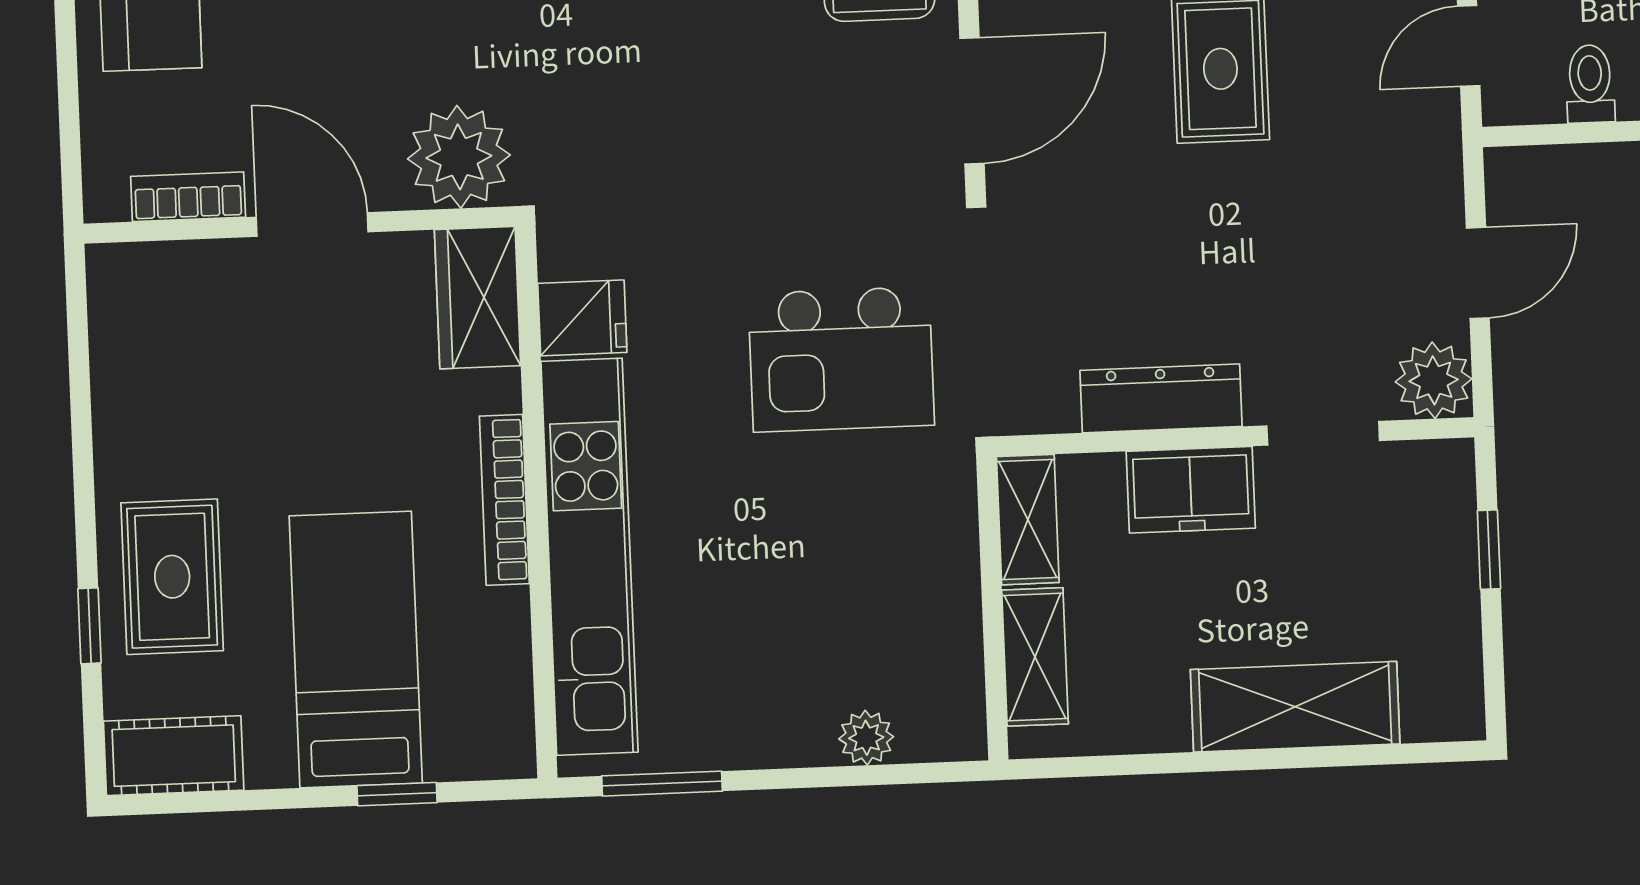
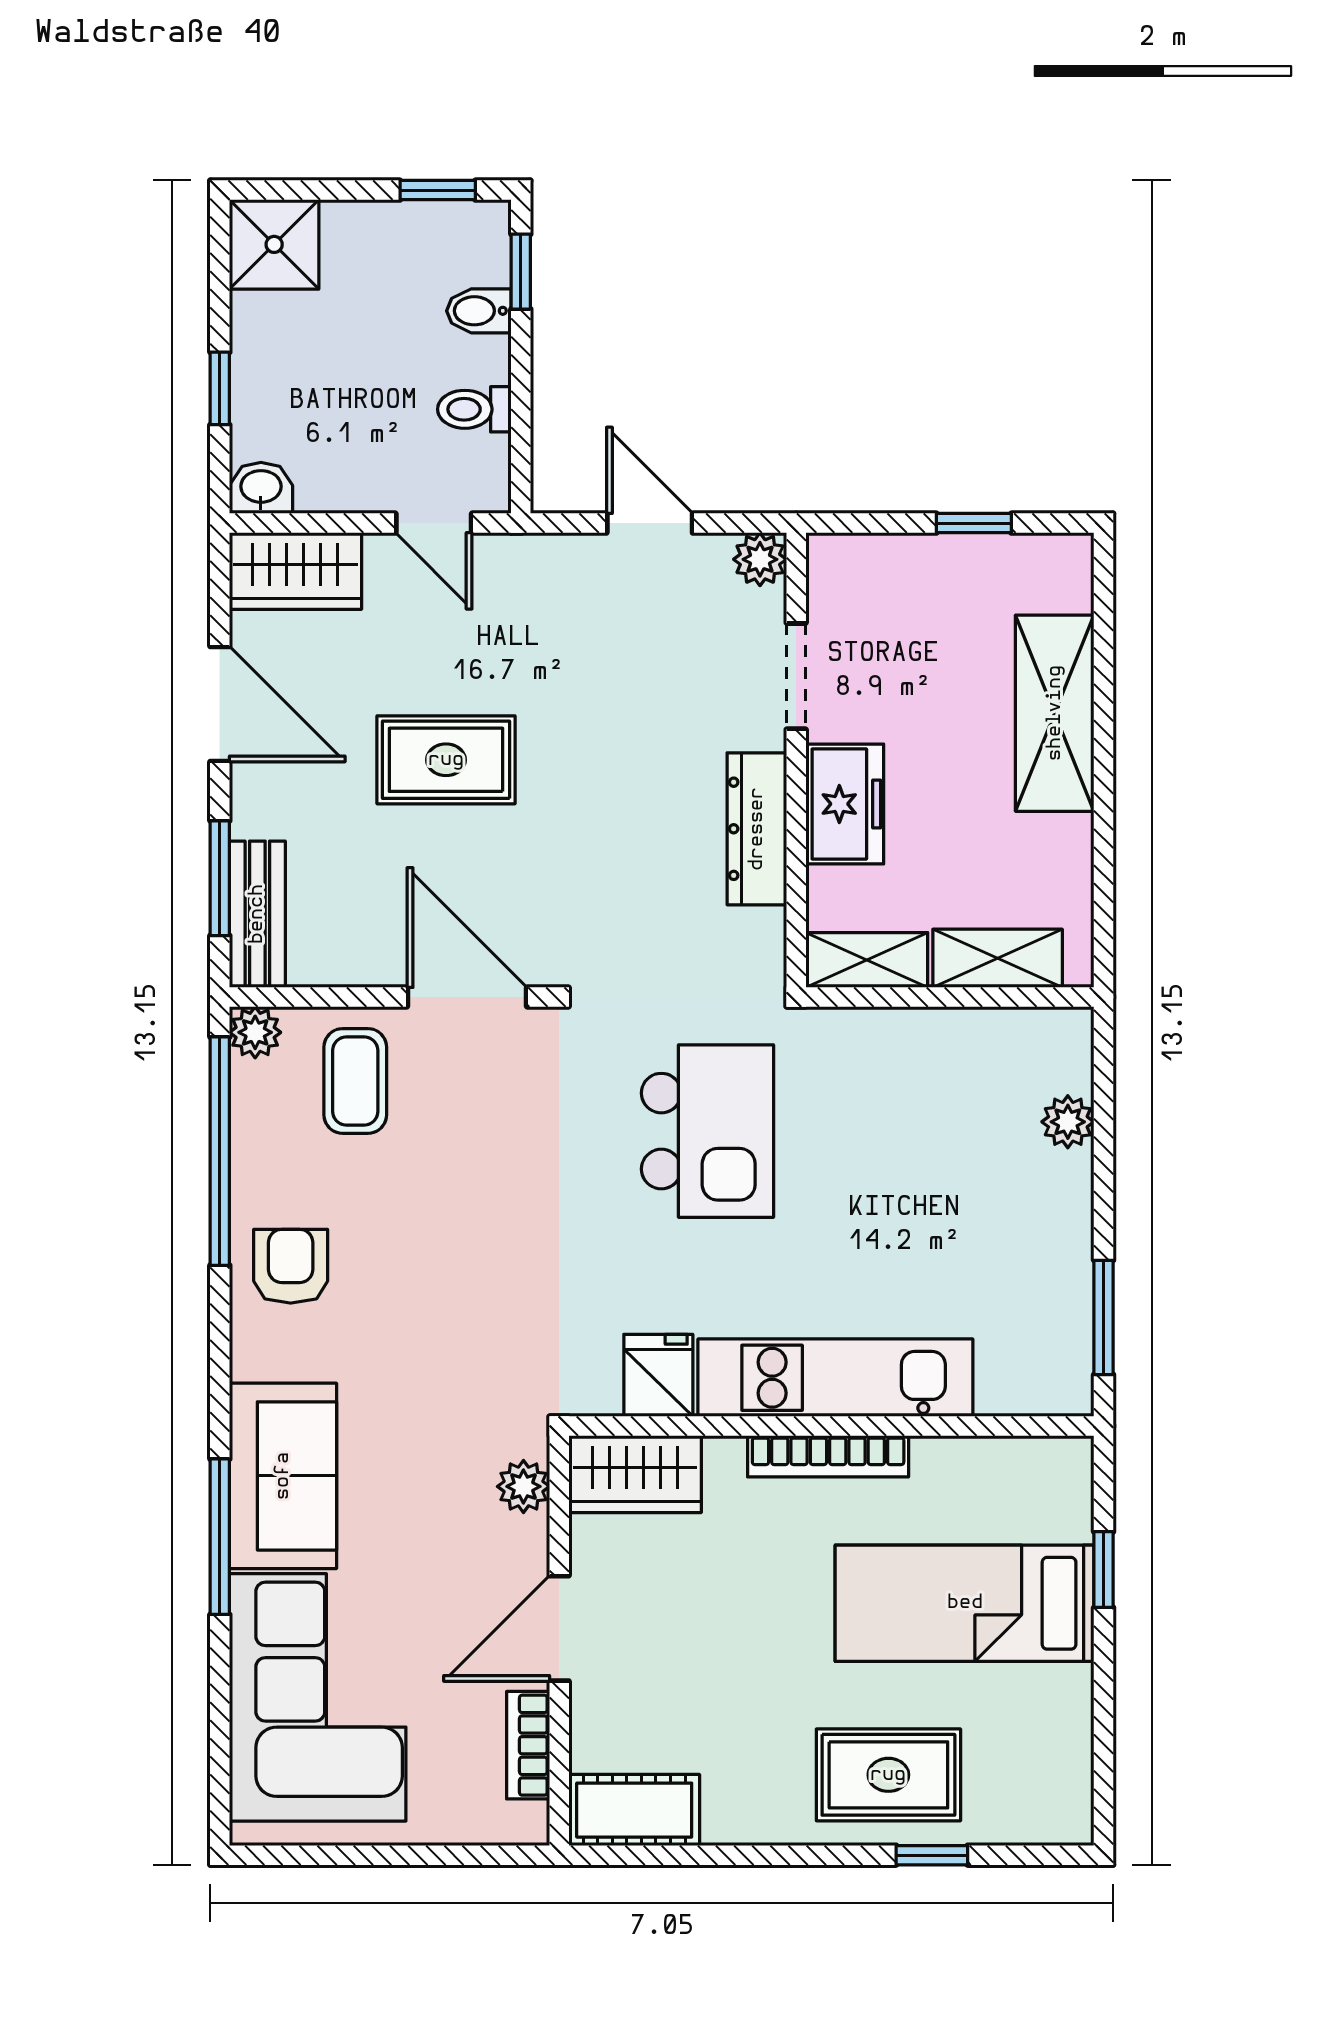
plant: (459, 157) -> (523, 1486), width x0.53, depth x0.53
plant: (1434, 380) -> (760, 559), width x0.73, depth x0.73
window: (1489, 550) -> (974, 523), moved
kitchen unit: (589, 557) -> (835, 1378), width x0.73
cot: (174, 756) -> (634, 1810), moved, turned 90

